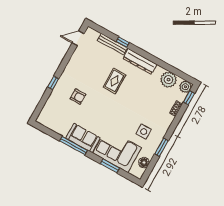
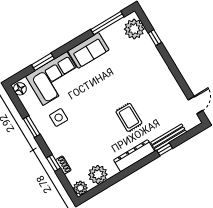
window: (53, 83) -> (155, 38), moved
armchair: (78, 97) -> (135, 70), removed
window: (189, 98) -> (54, 163), moved
plant: (49, 114) -> (134, 29), added
window: (73, 146) -> (107, 23), moved
floor lamp: (144, 163) -> (20, 89), moved

